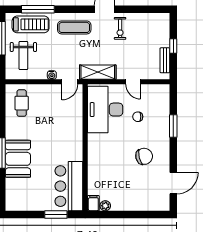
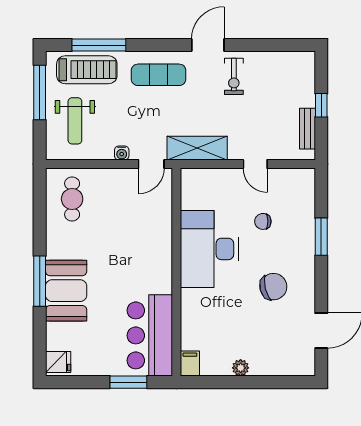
desk: (105, 110) -> (209, 249), moved
fridge: (13, 202) -> (58, 362), added
plant: (105, 206) -> (241, 368), moved

